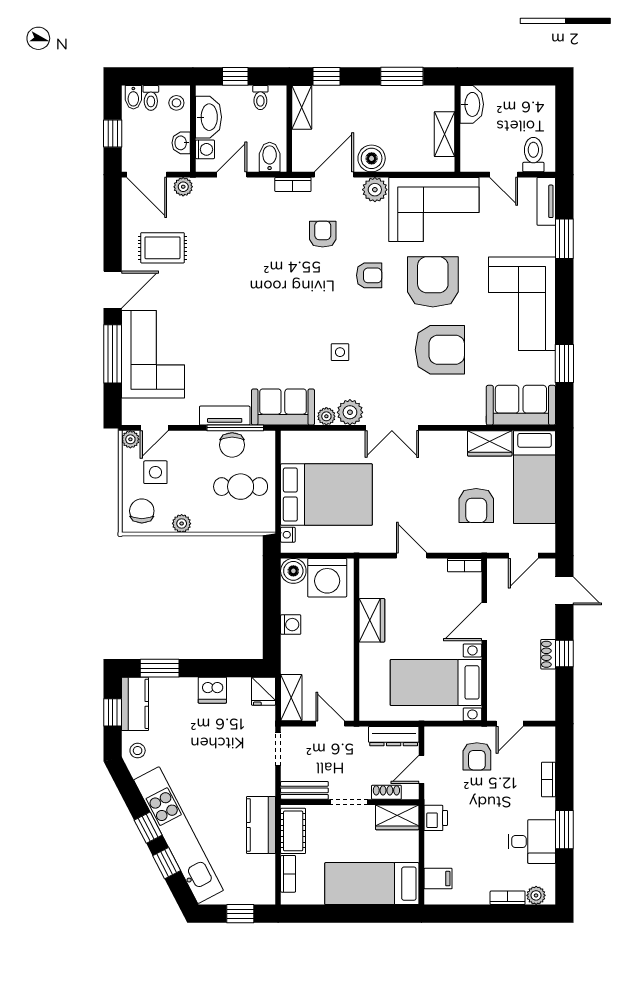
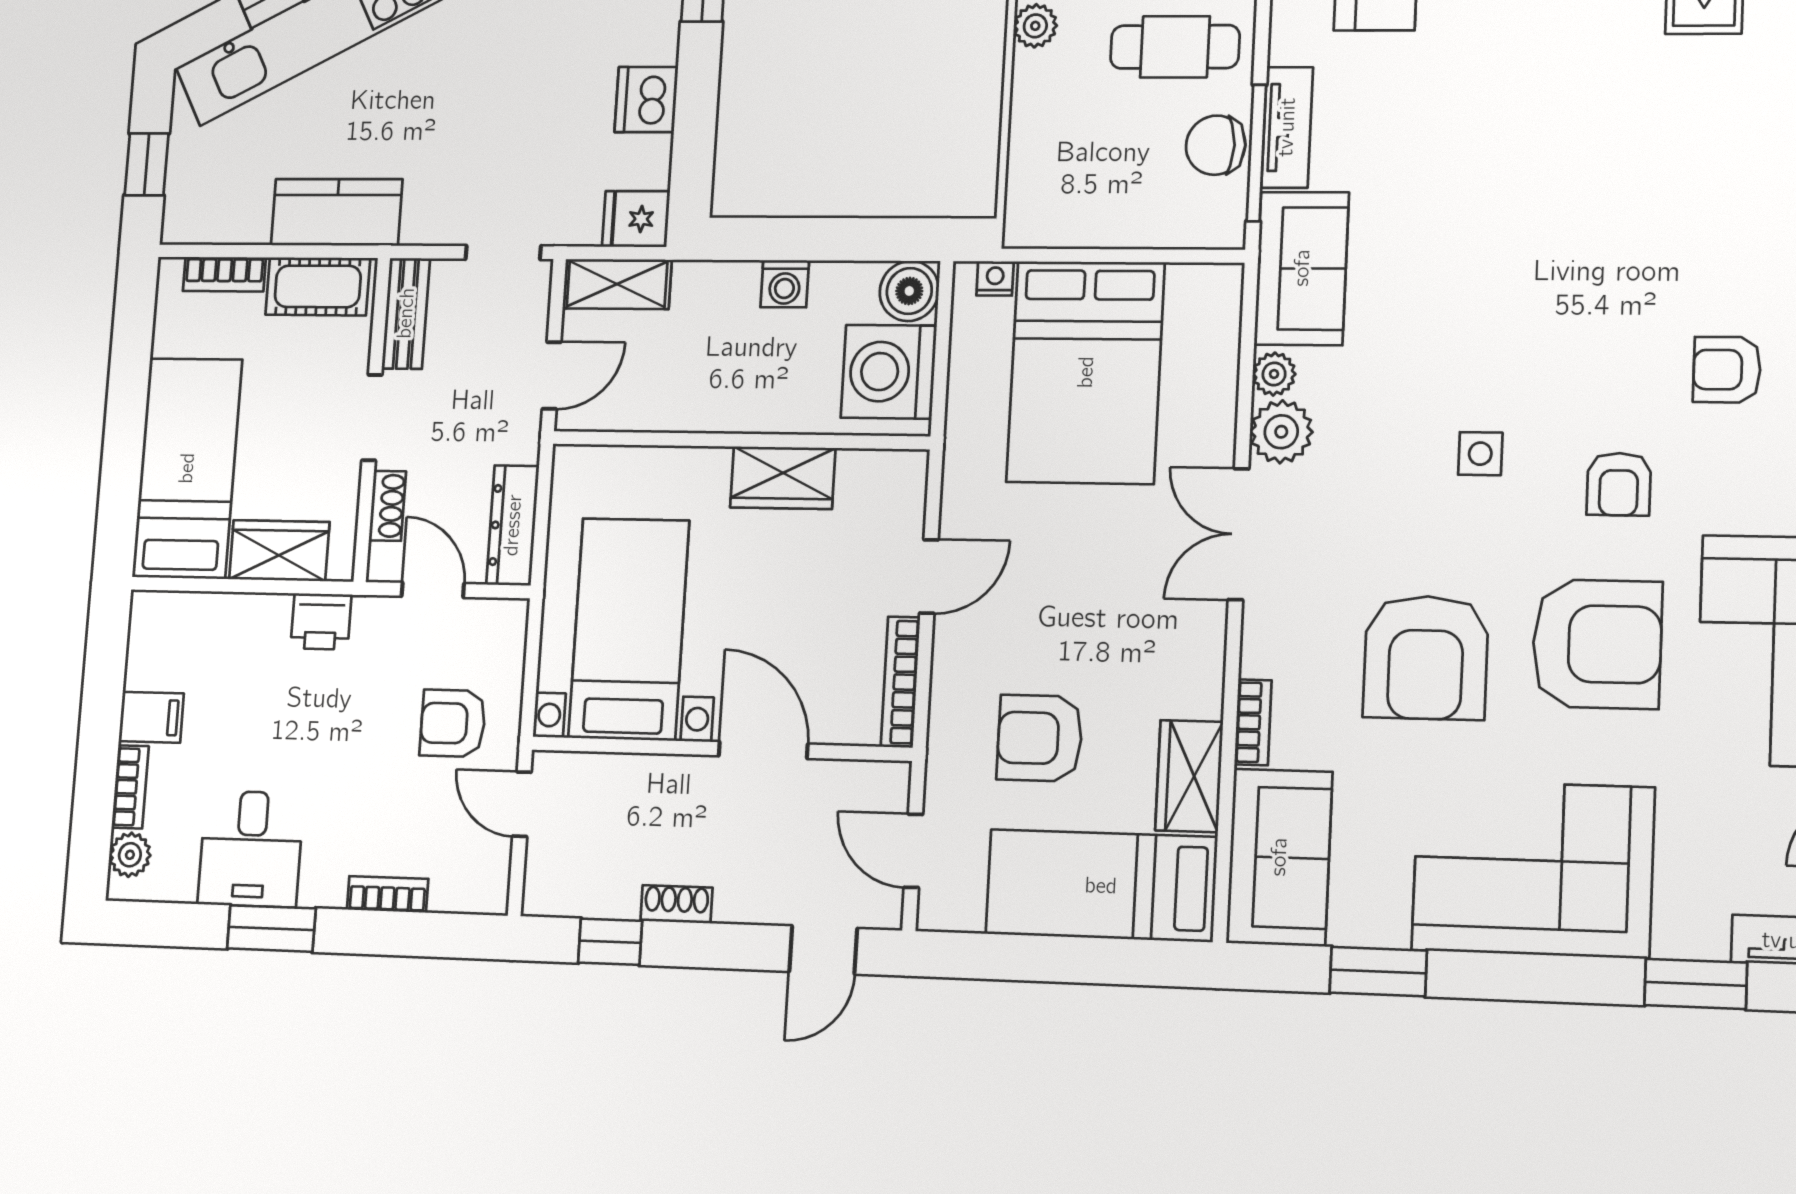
armchair: (323, 234) -> (1727, 370), turned 180
side table: (340, 352) -> (1480, 454), moved
bookcase: (467, 418) -> (1253, 722), added
cafe table: (241, 487) -> (1175, 47), moved, turned 90
bookcase: (465, 565) -> (900, 682), width x1.56
window: (564, 653) -> (610, 942), moved
wardrobe: (397, 817) -> (279, 551), moved, turned 90
filing cabinet: (438, 879) -> (151, 717), moved, turned -90

